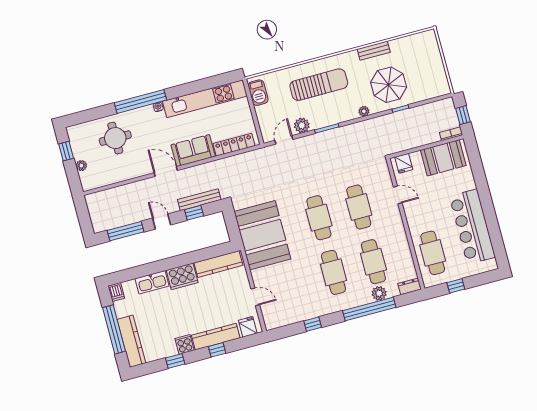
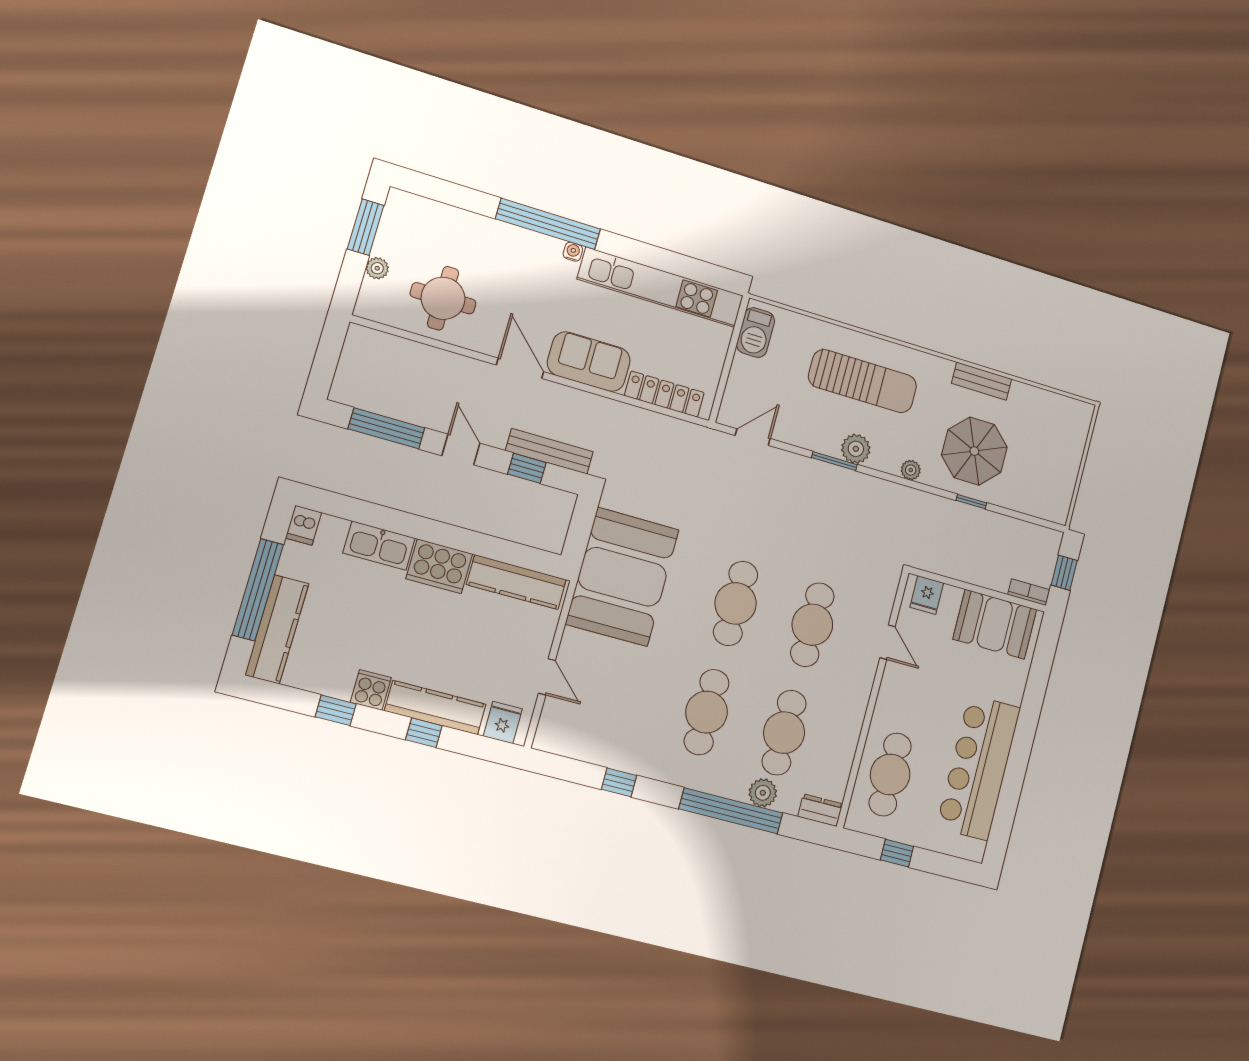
plant: (302, 125) -> (856, 449), moved
round table: (115, 138) -> (443, 298), moved
window: (66, 151) -> (366, 227), width x1.50

